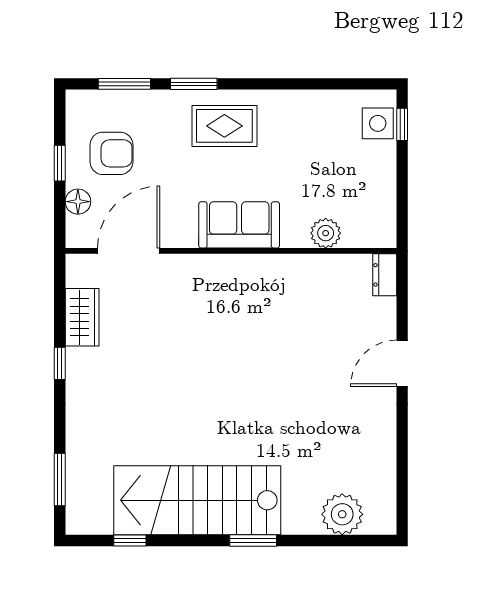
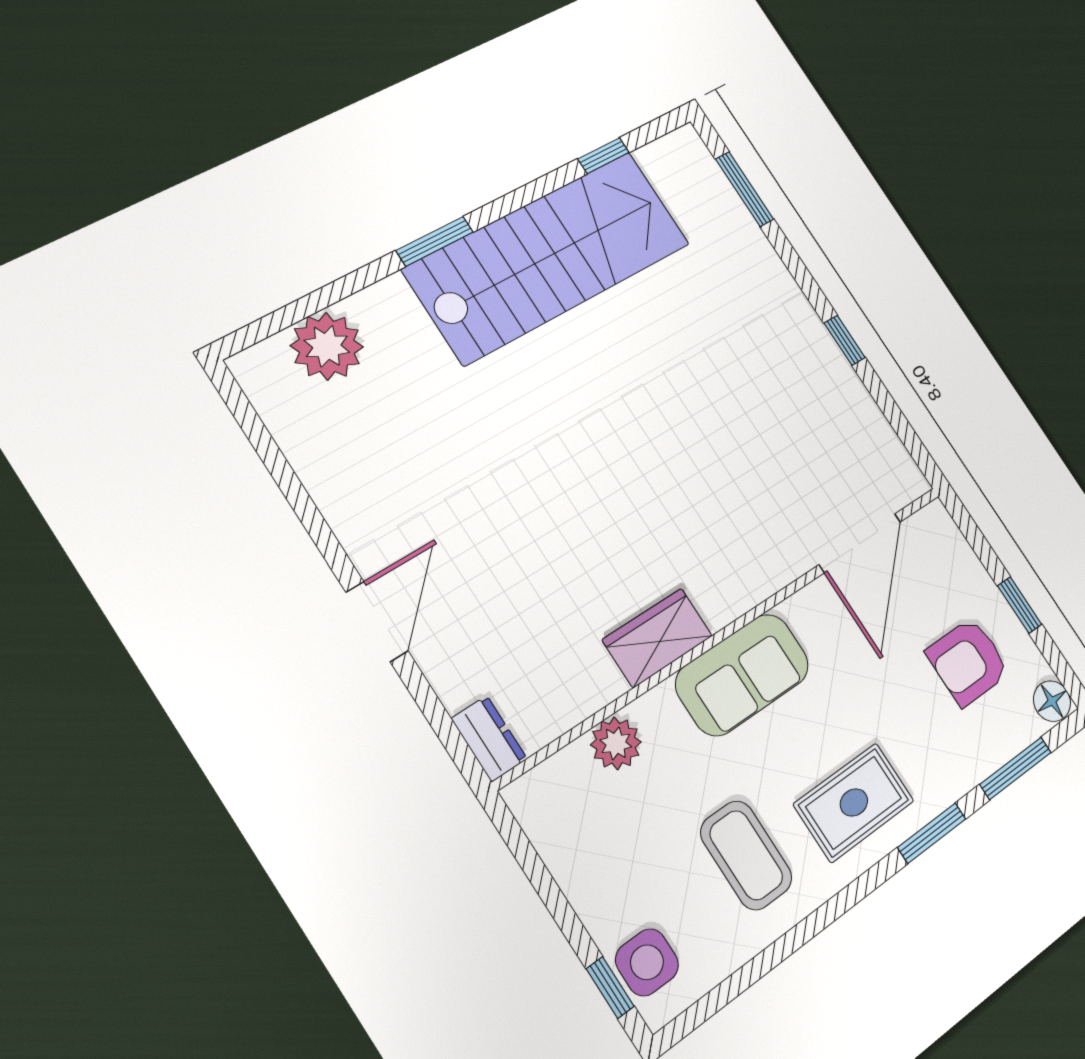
coffee table: (297, 138) -> (746, 855), added
floor lamp: (78, 202) -> (1052, 701), moved
wardrobe: (82, 317) -> (657, 638), moved, turned 90

